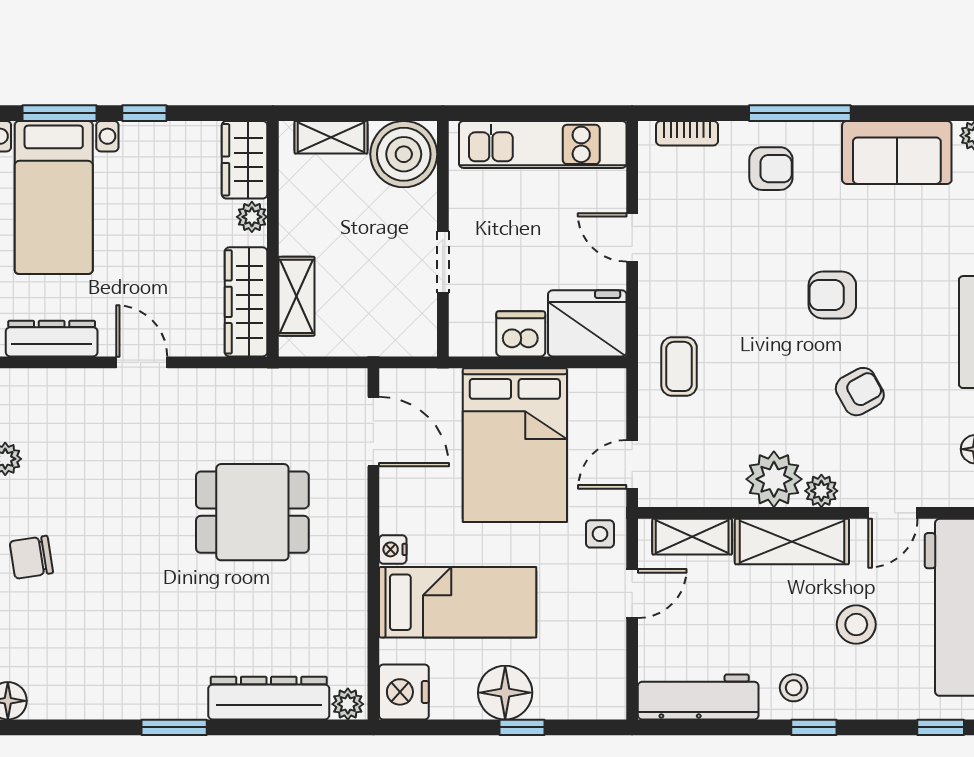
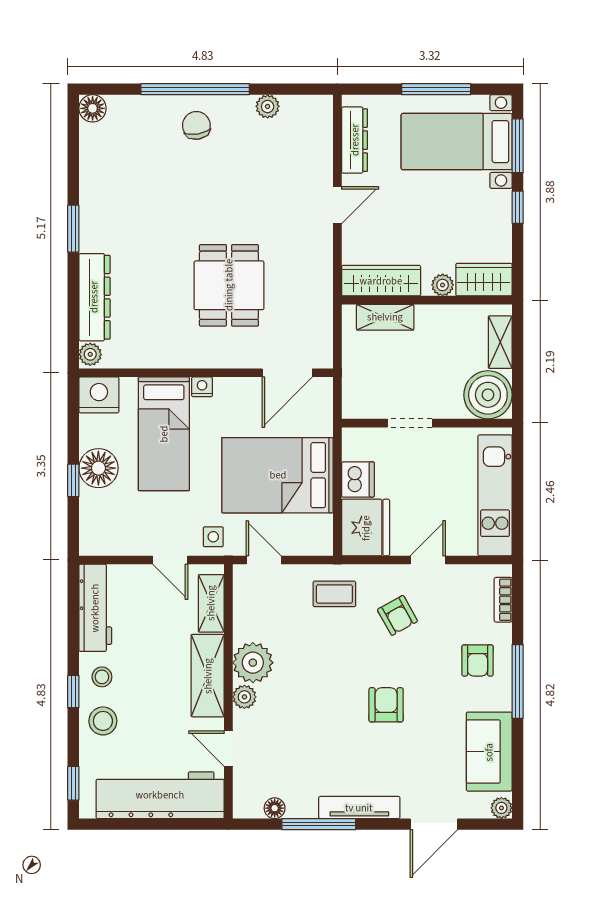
armchair: (860, 392) -> (397, 615), moved
stool: (856, 625) -> (103, 721), moved

